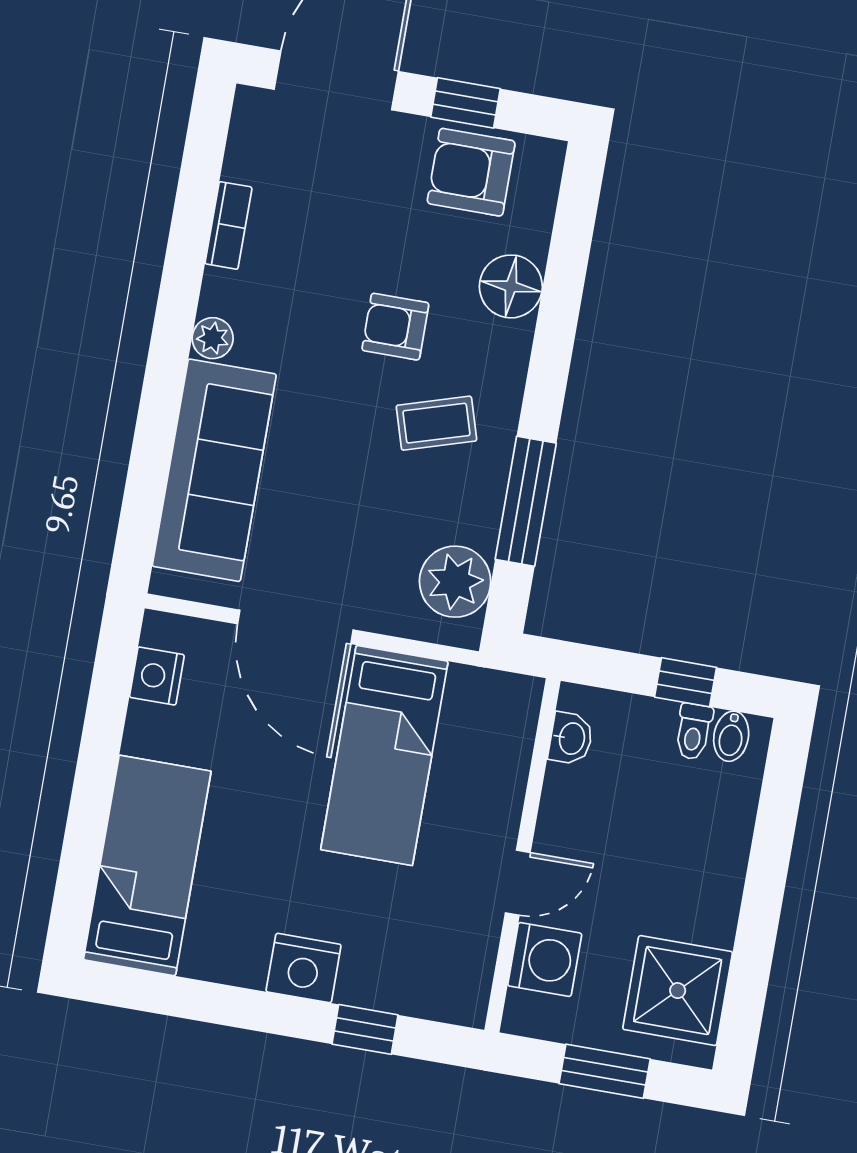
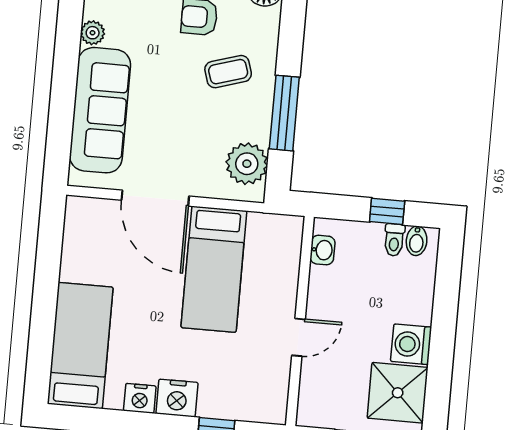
nightstand: (157, 676) -> (140, 398), moved, turned -90
washing machine: (545, 959) -> (411, 344), moved, turned 180

